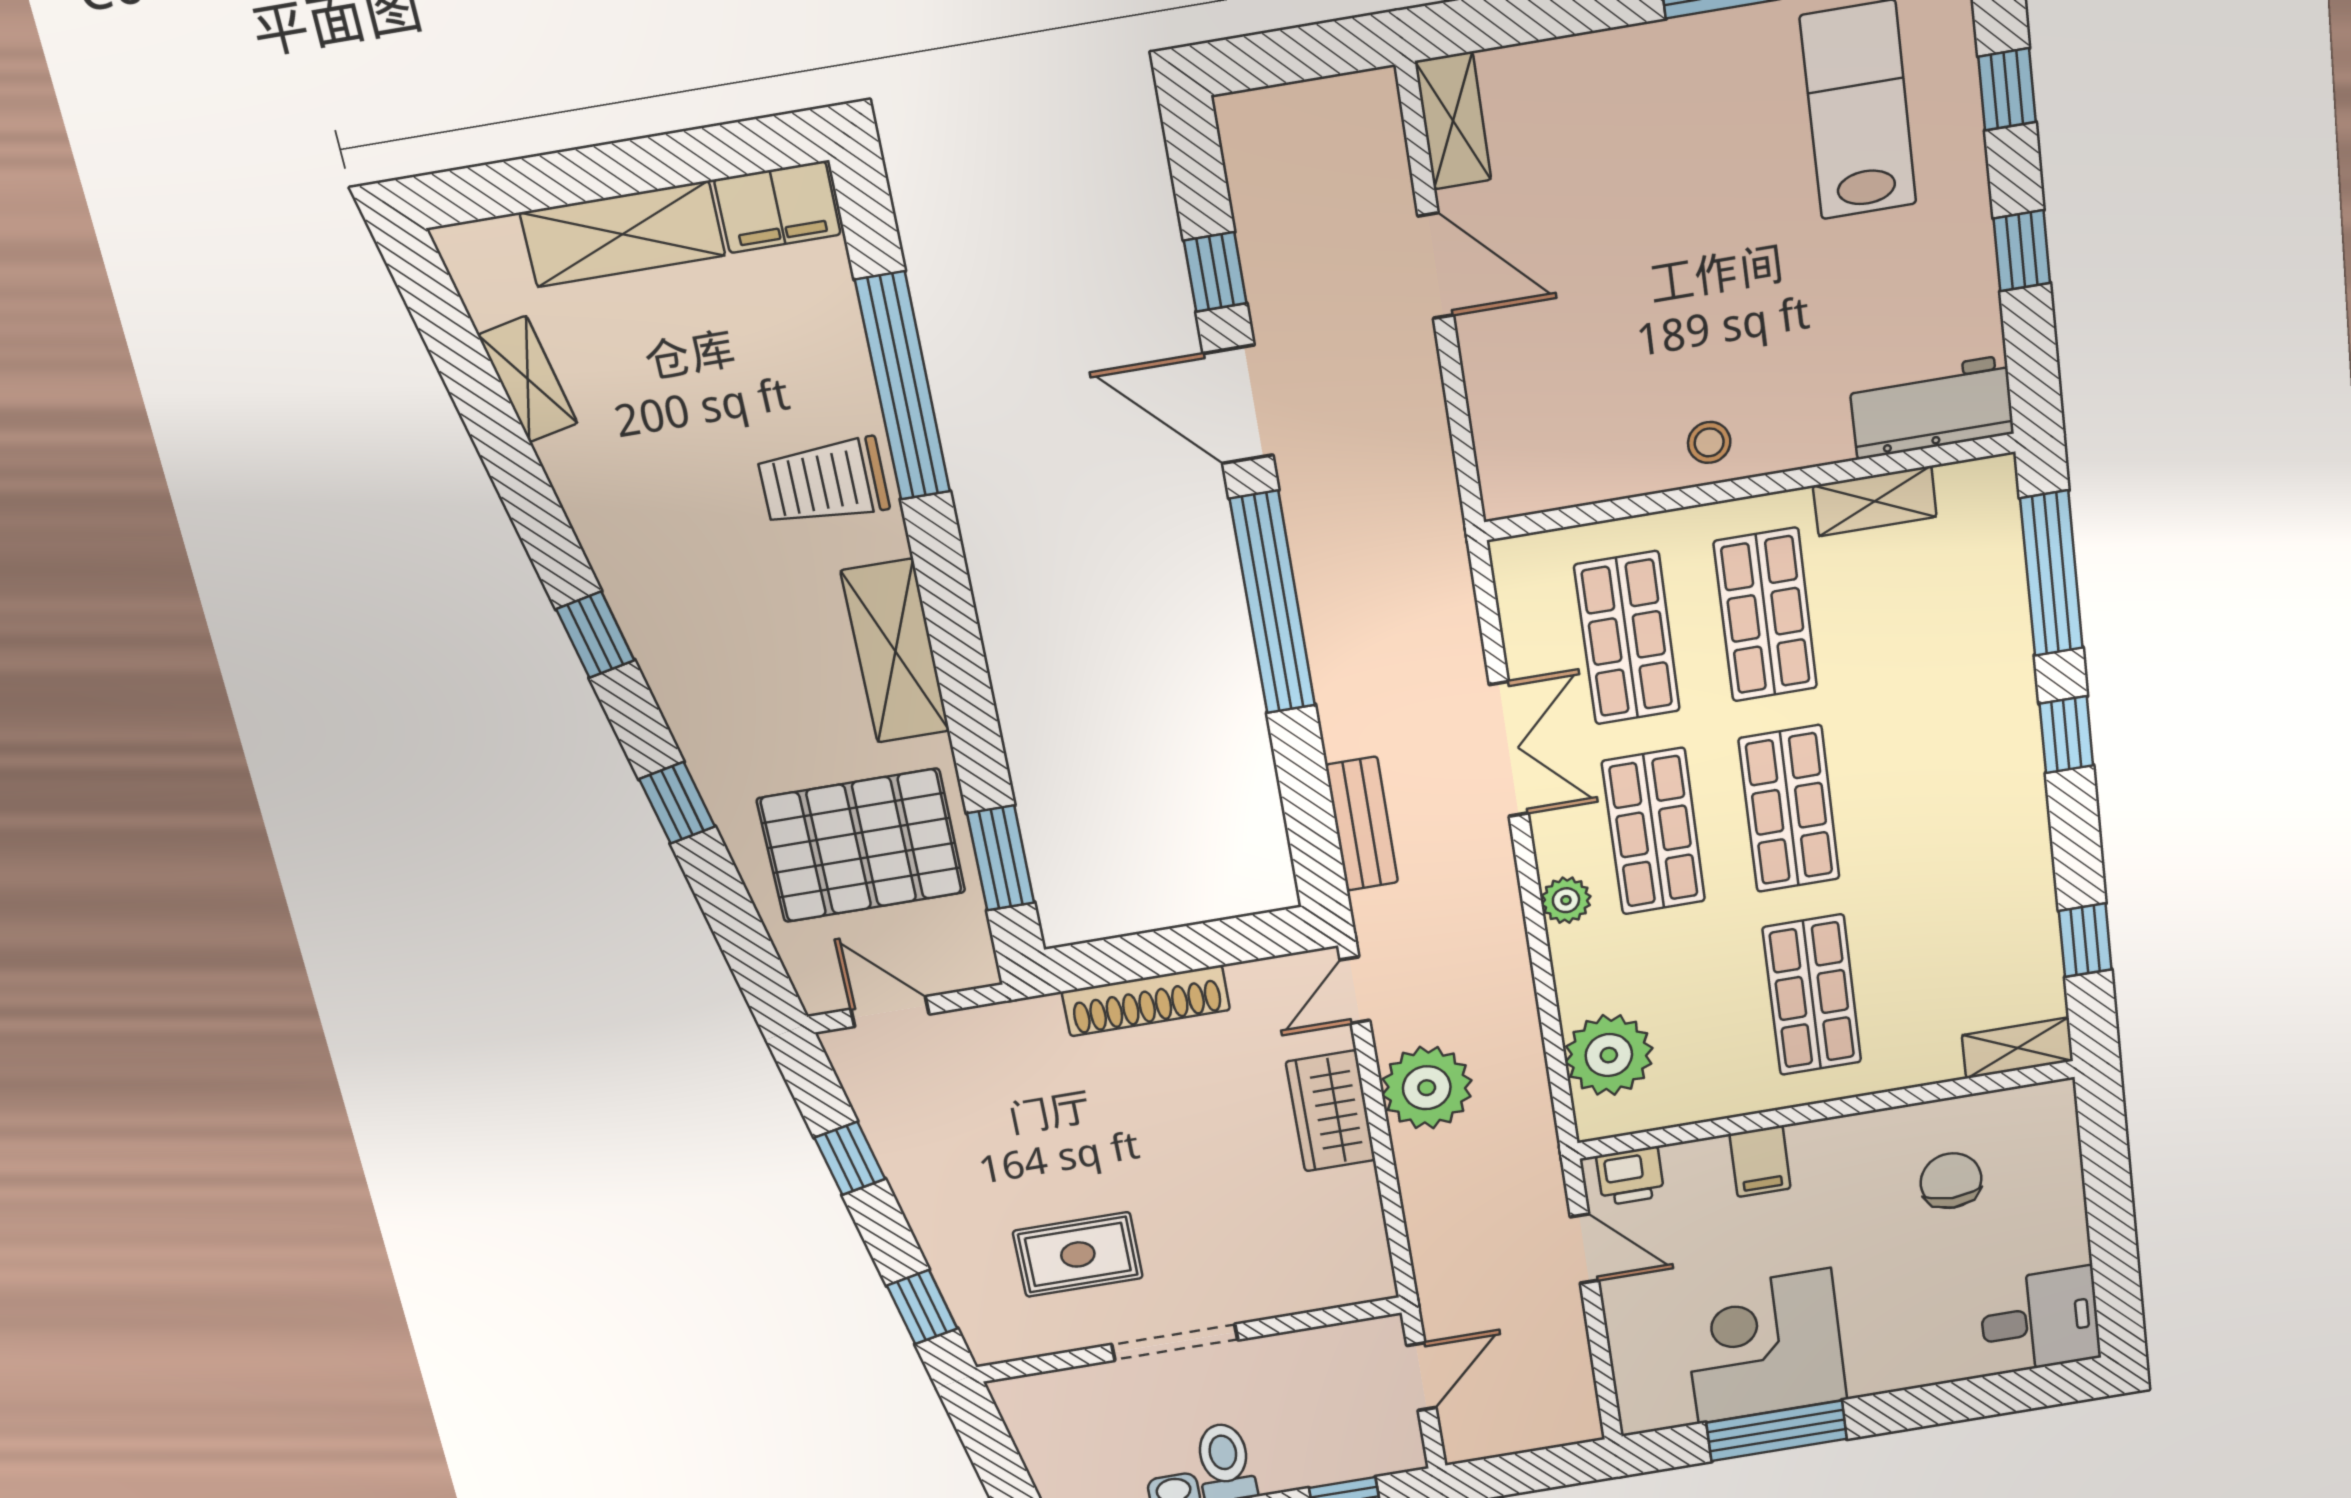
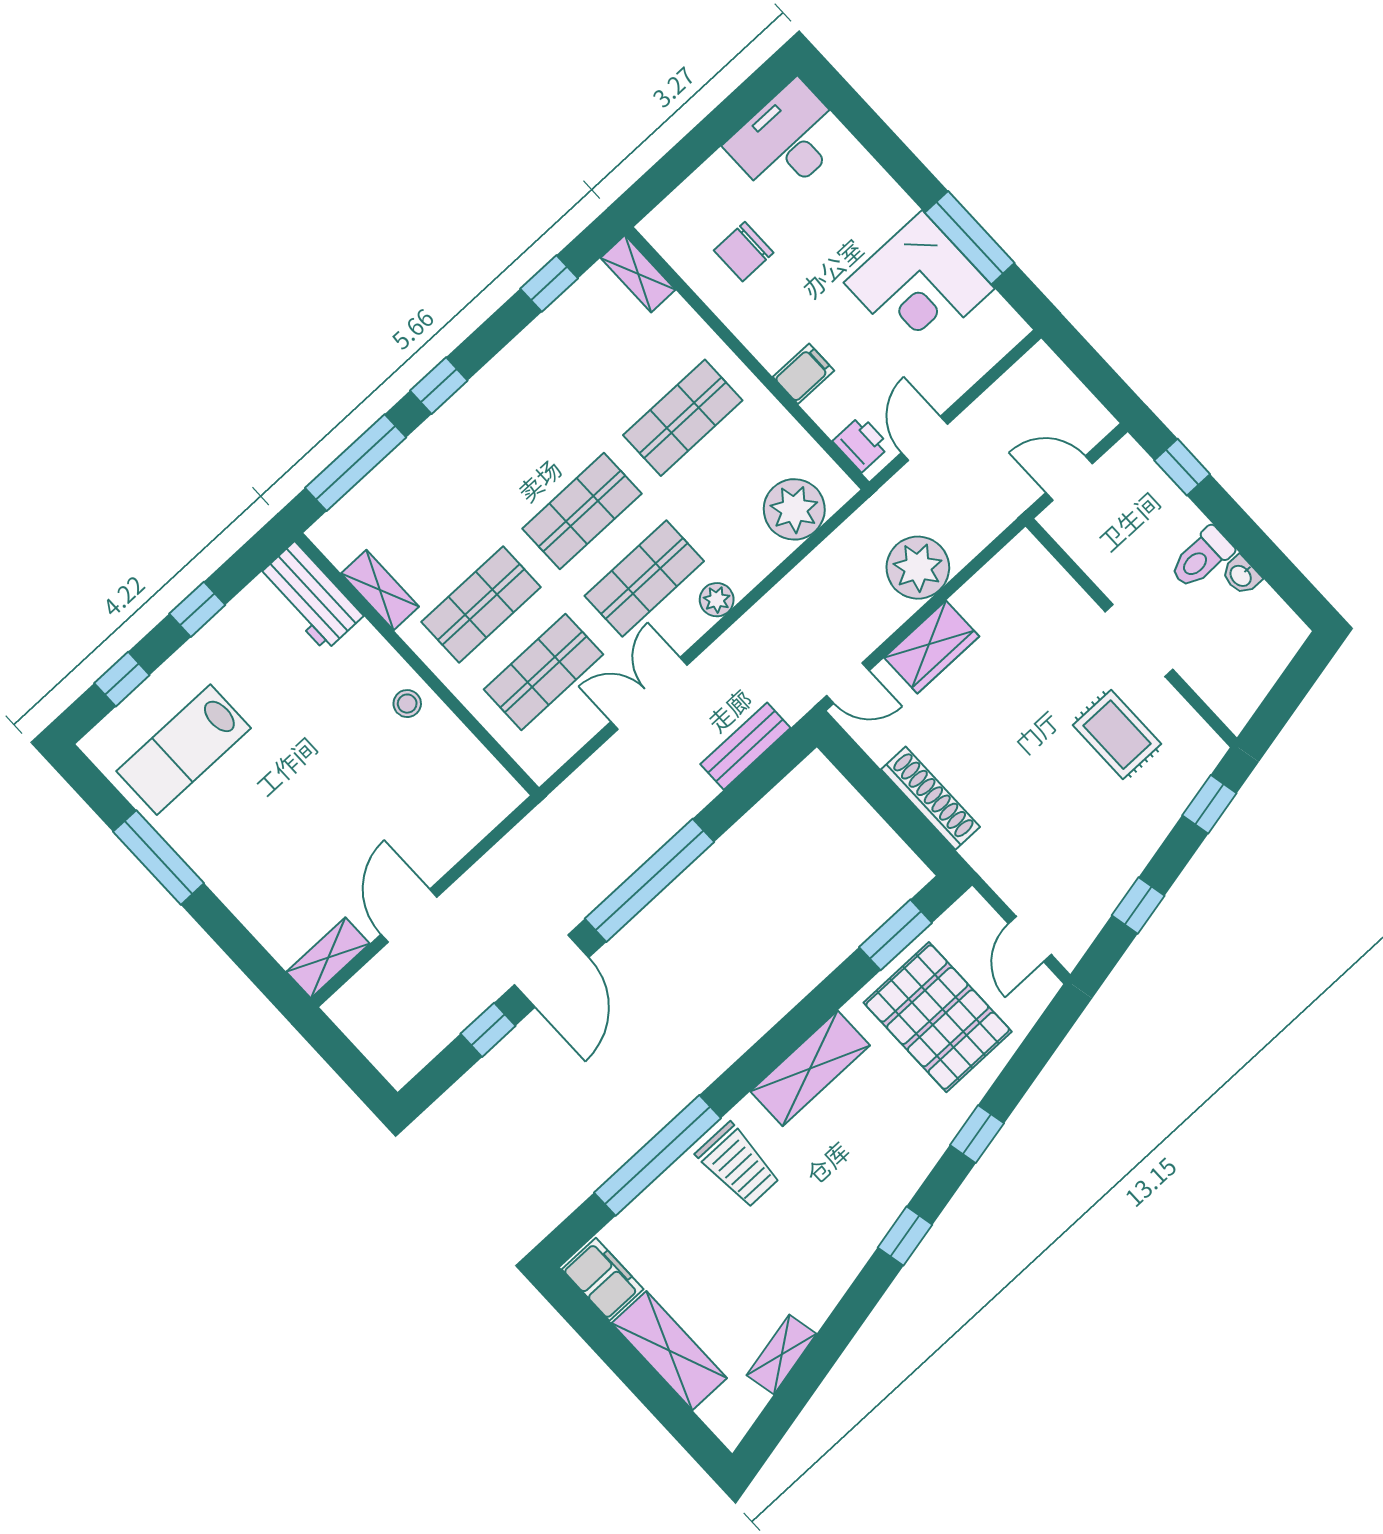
plant: (1427, 1088) -> (918, 568), moved
desk: (2040, 1321) -> (787, 141), width x1.37

